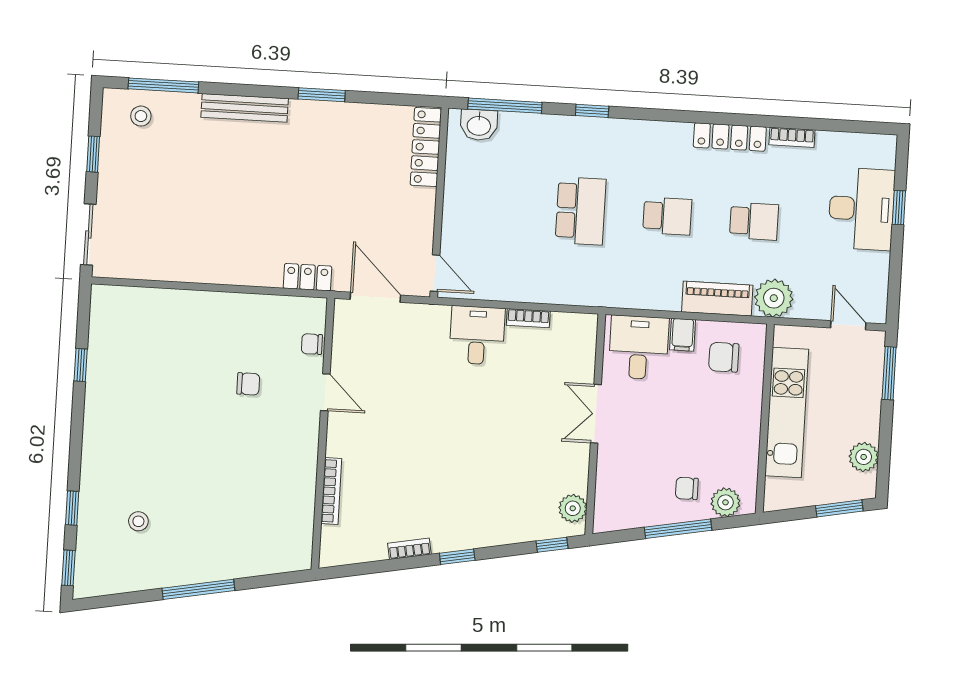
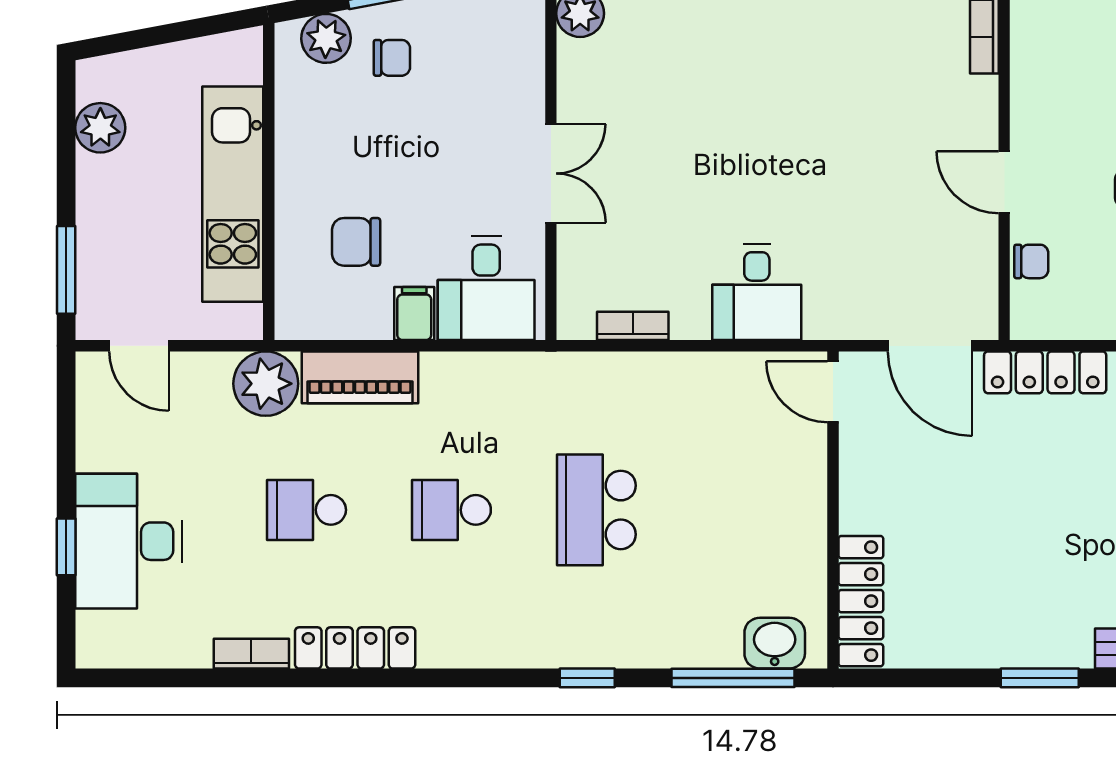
locker: (307, 277) -> (1045, 372), width x1.53
bookcase: (528, 318) -> (633, 326), moved
chair: (724, 357) -> (356, 242), moved, turned 180
window: (839, 508) -> (136, 40), removed

